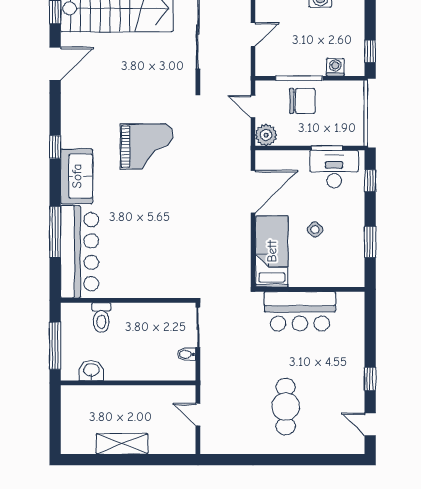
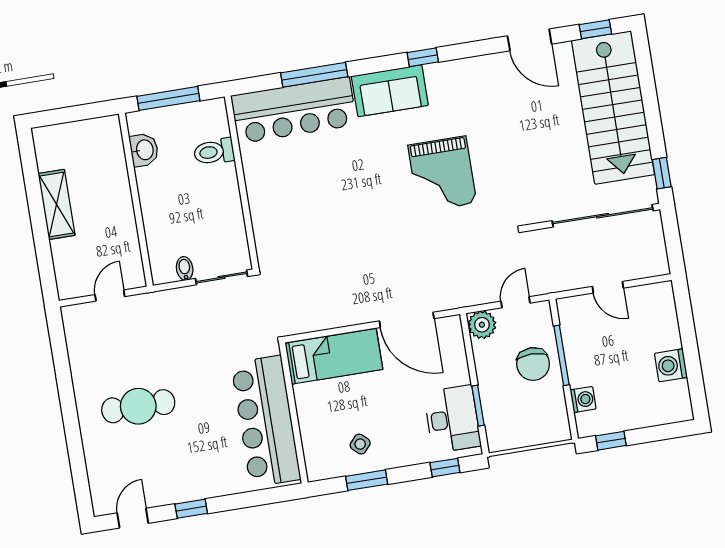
side table: (315, 229) -> (360, 444), moved
bar counter: (300, 311) -> (266, 421), width x1.36

